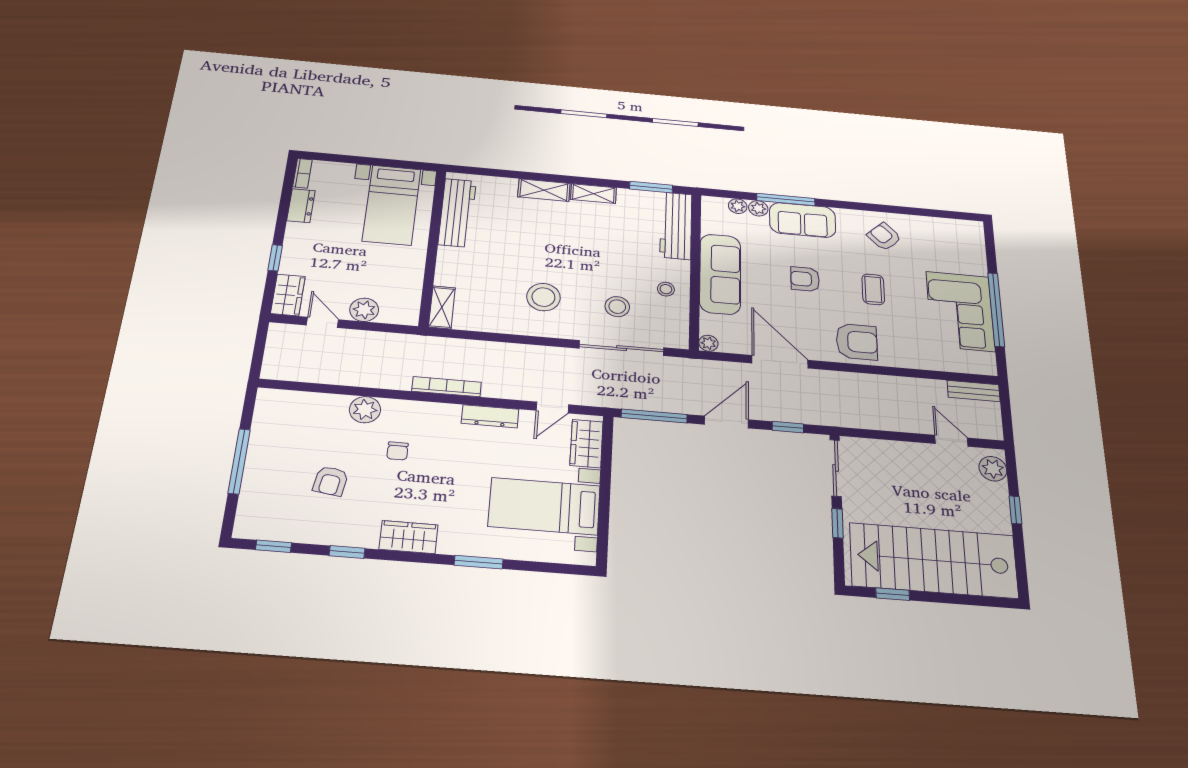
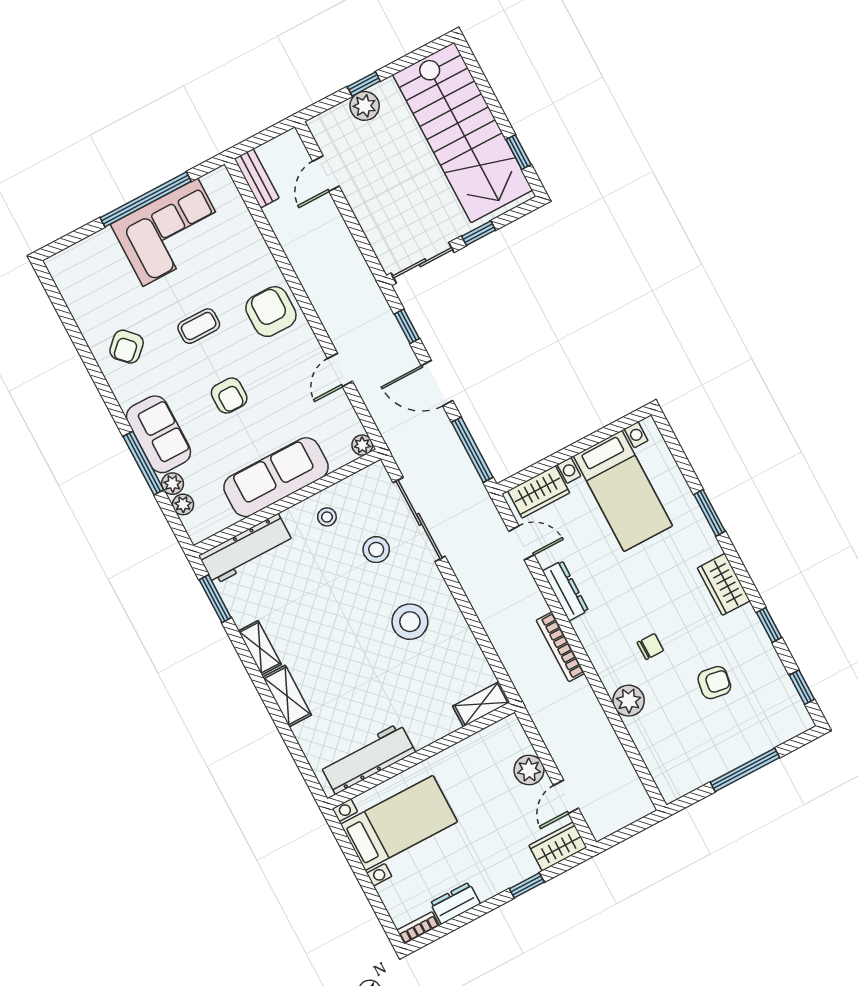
door: (780, 362) -> (340, 370), width x0.53
plant: (993, 469) -> (365, 106), moved

